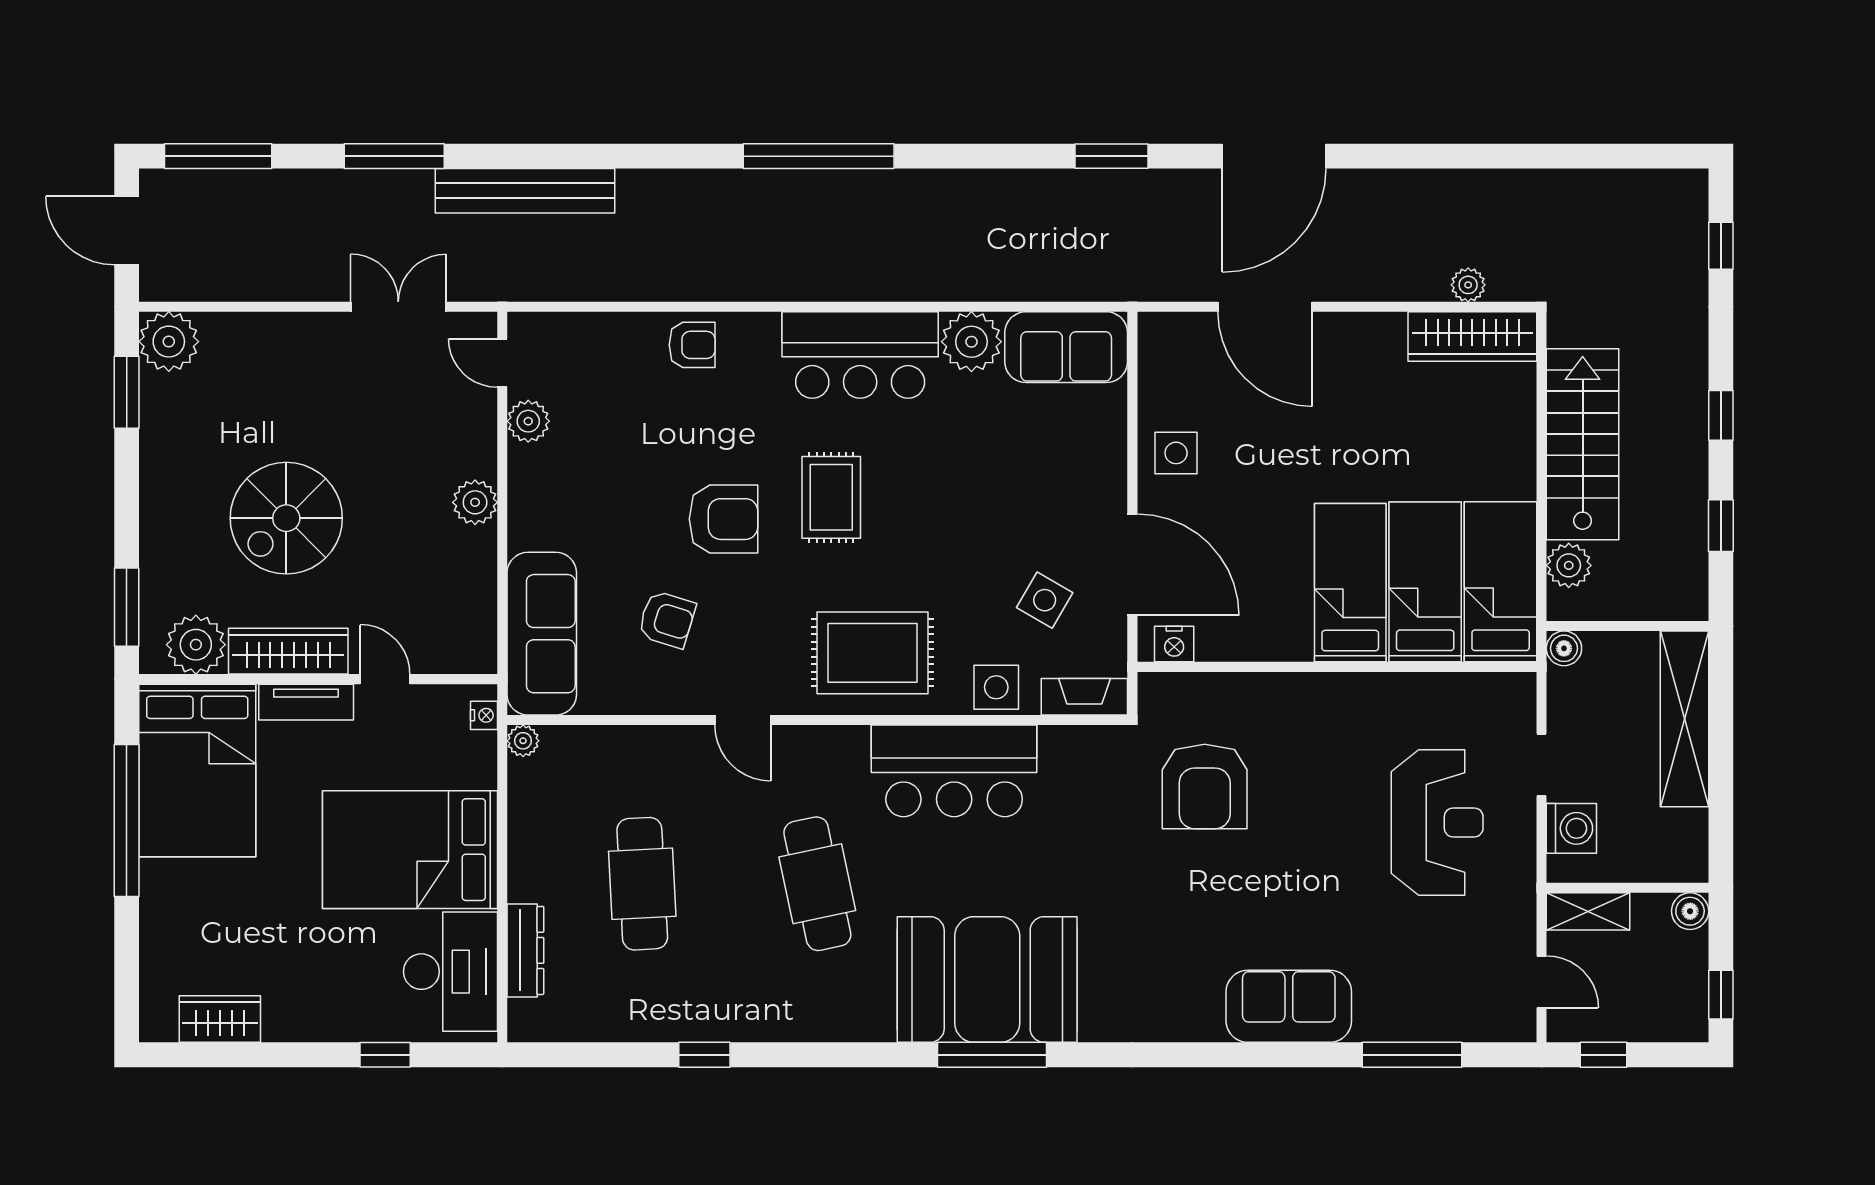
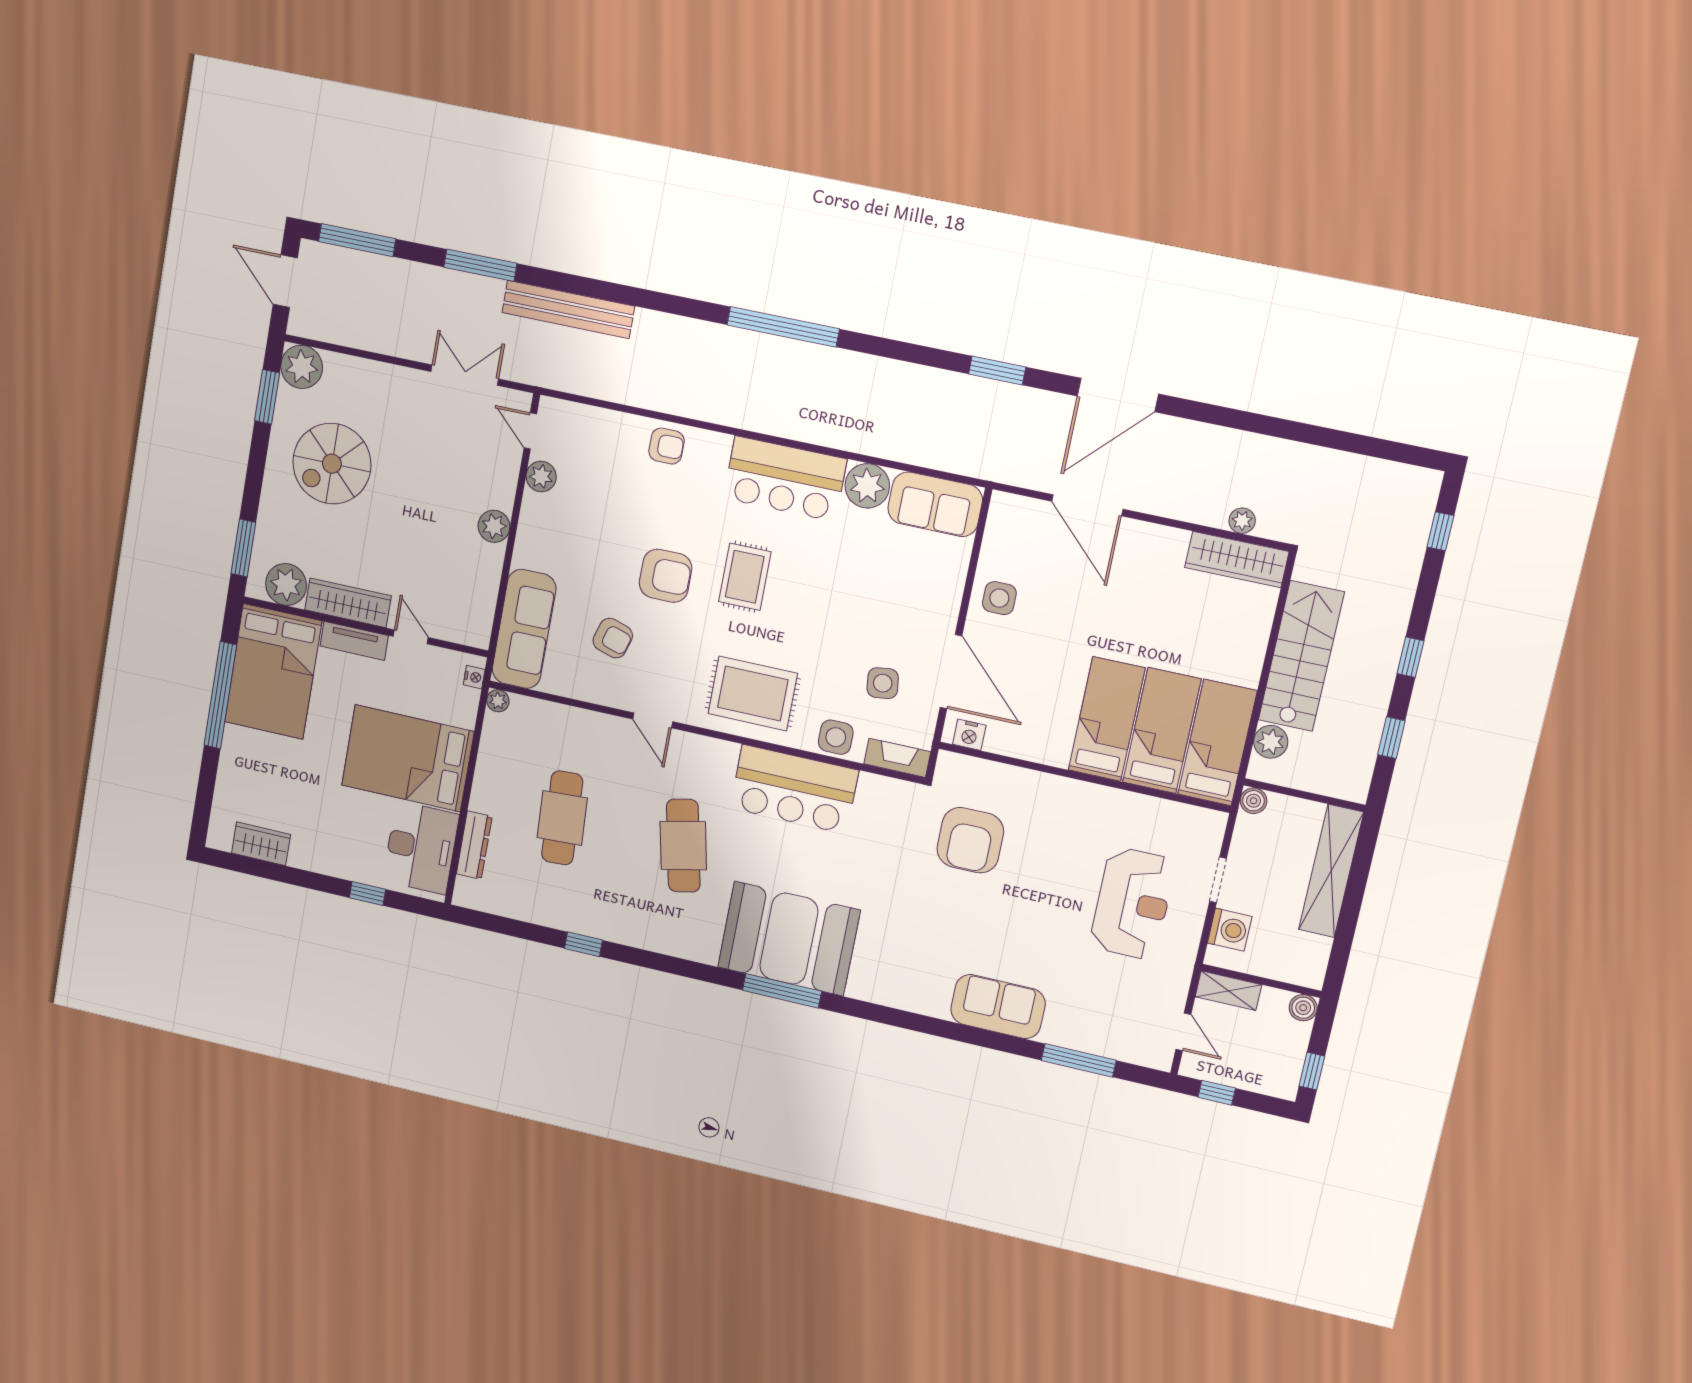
spiral stairs: (286, 518) -> (332, 464), moved
side table: (1045, 600) -> (883, 683), turned -37

